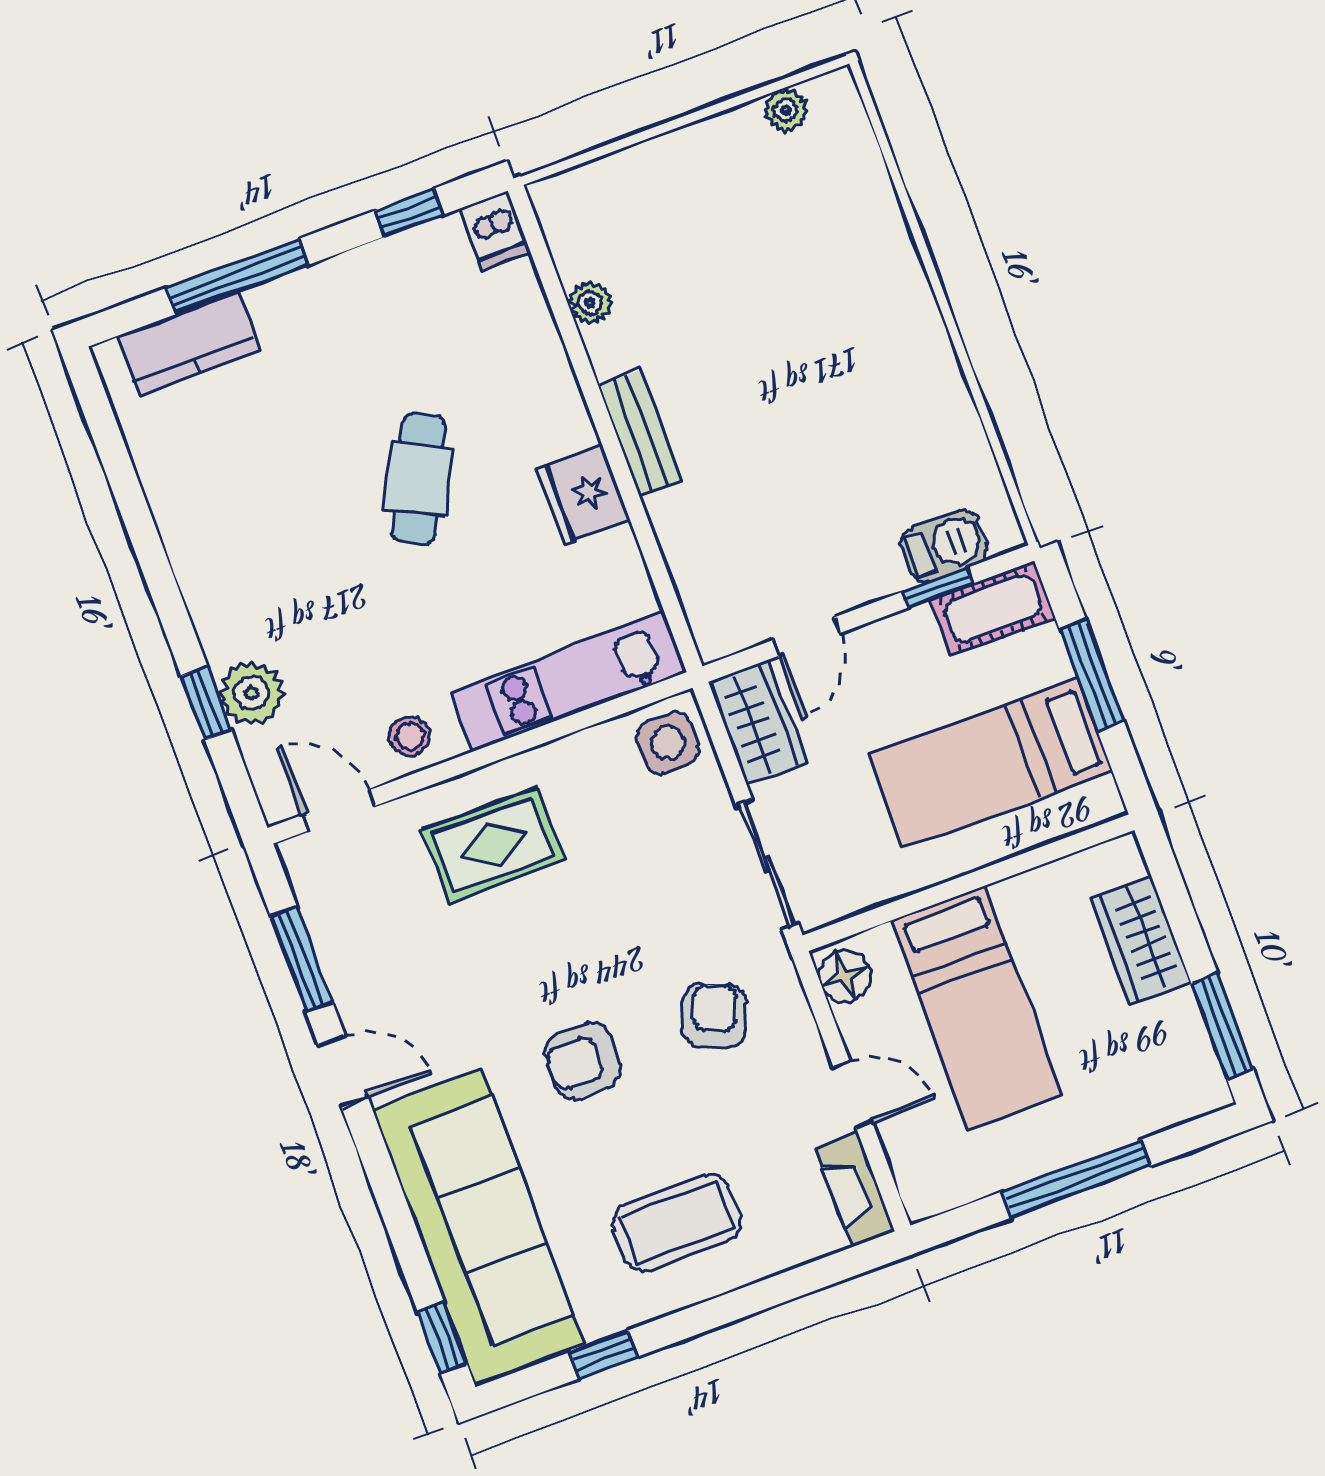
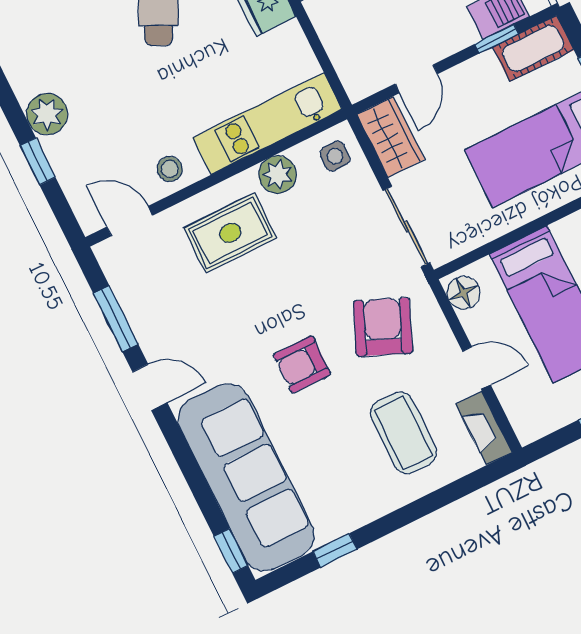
plant: (251, 693) -> (47, 114), moved
side table: (668, 743) -> (335, 156), width x0.73, depth x0.73
plant: (576, 762) -> (278, 175), added
armchair: (714, 1016) -> (383, 327), width x1.38, depth x1.38
coffee table: (677, 1223) -> (404, 433), moved, turned 90

